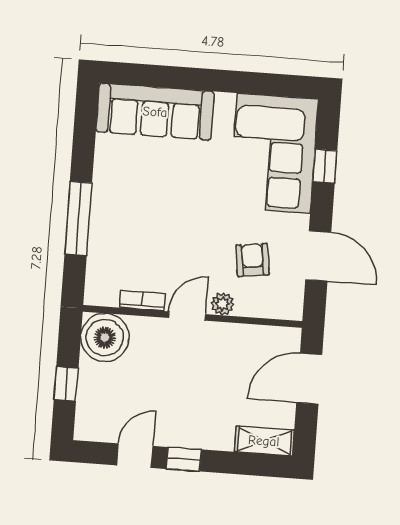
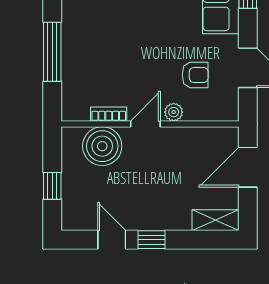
armchair: (253, 260) -> (195, 75), turned 98
boiler: (105, 337) -> (102, 146), moved
door: (135, 456) -> (112, 240), hinge flipped

